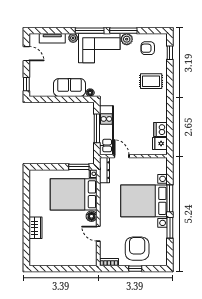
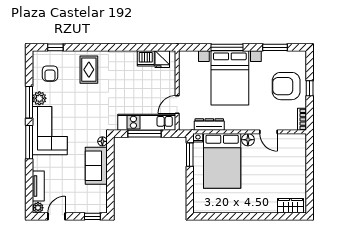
plant: (73, 38) -> (38, 208), moved
dresser: (104, 170) -> (209, 125), moved
wardrobe: (36, 228) -> (290, 206), moved
window: (170, 228) -> (275, 47), moved
door: (98, 234) -> (269, 132), hinge flipped

